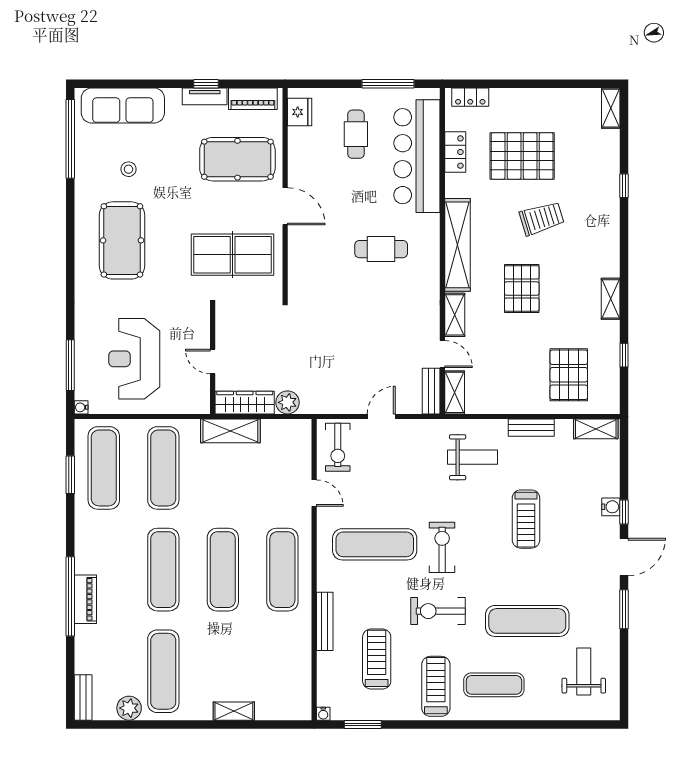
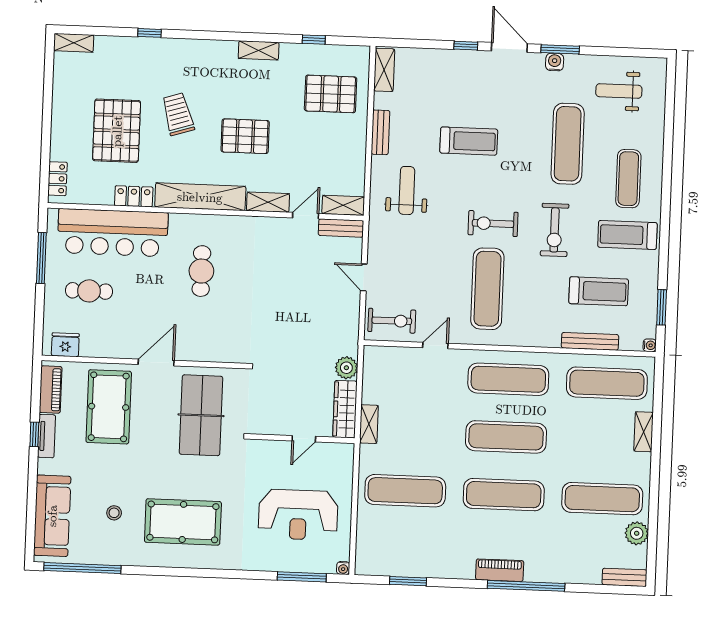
locker: (455, 152) -> (134, 196), moved
shelving: (230, 431) -> (369, 424), width x0.67, depth x0.75
exercise mat: (104, 468) -> (607, 383), moved
water cooler: (611, 507) -> (555, 62), moved
piano: (85, 599) -> (500, 570), moved
bench: (325, 621) -> (590, 341), moved
treadmill: (377, 659) -> (599, 291), turned 180

